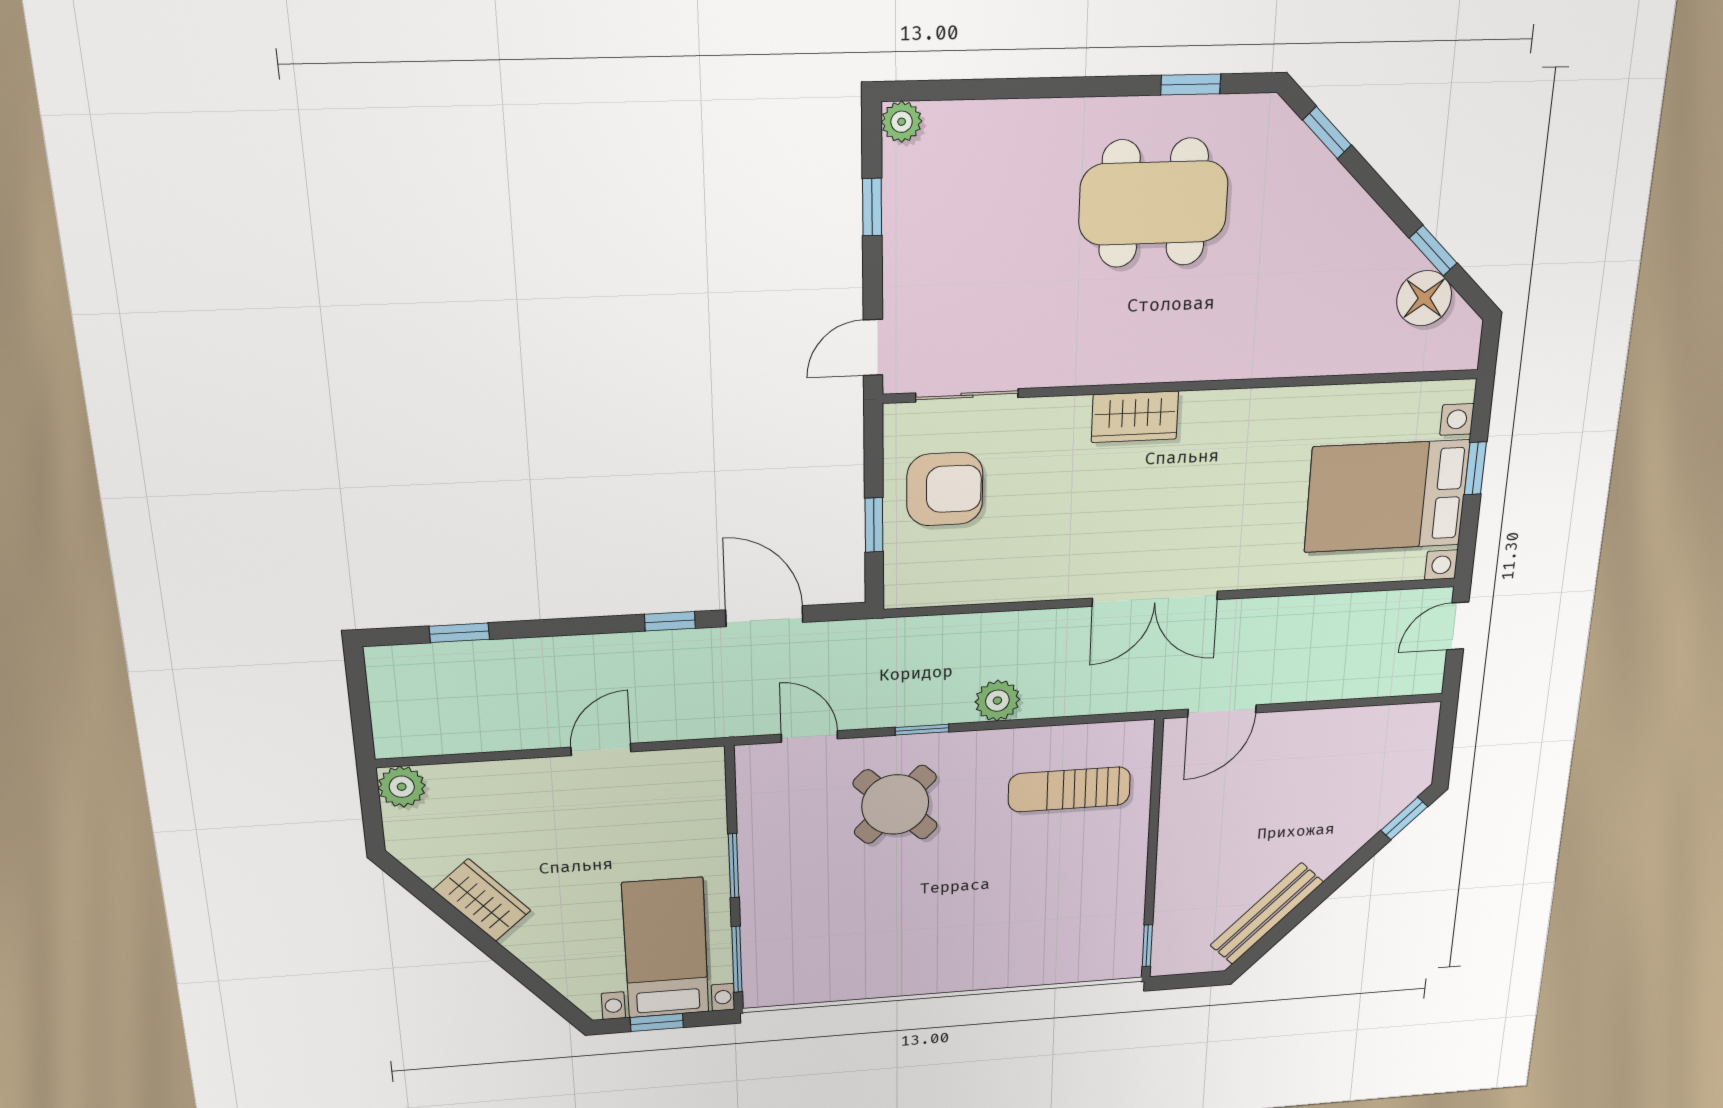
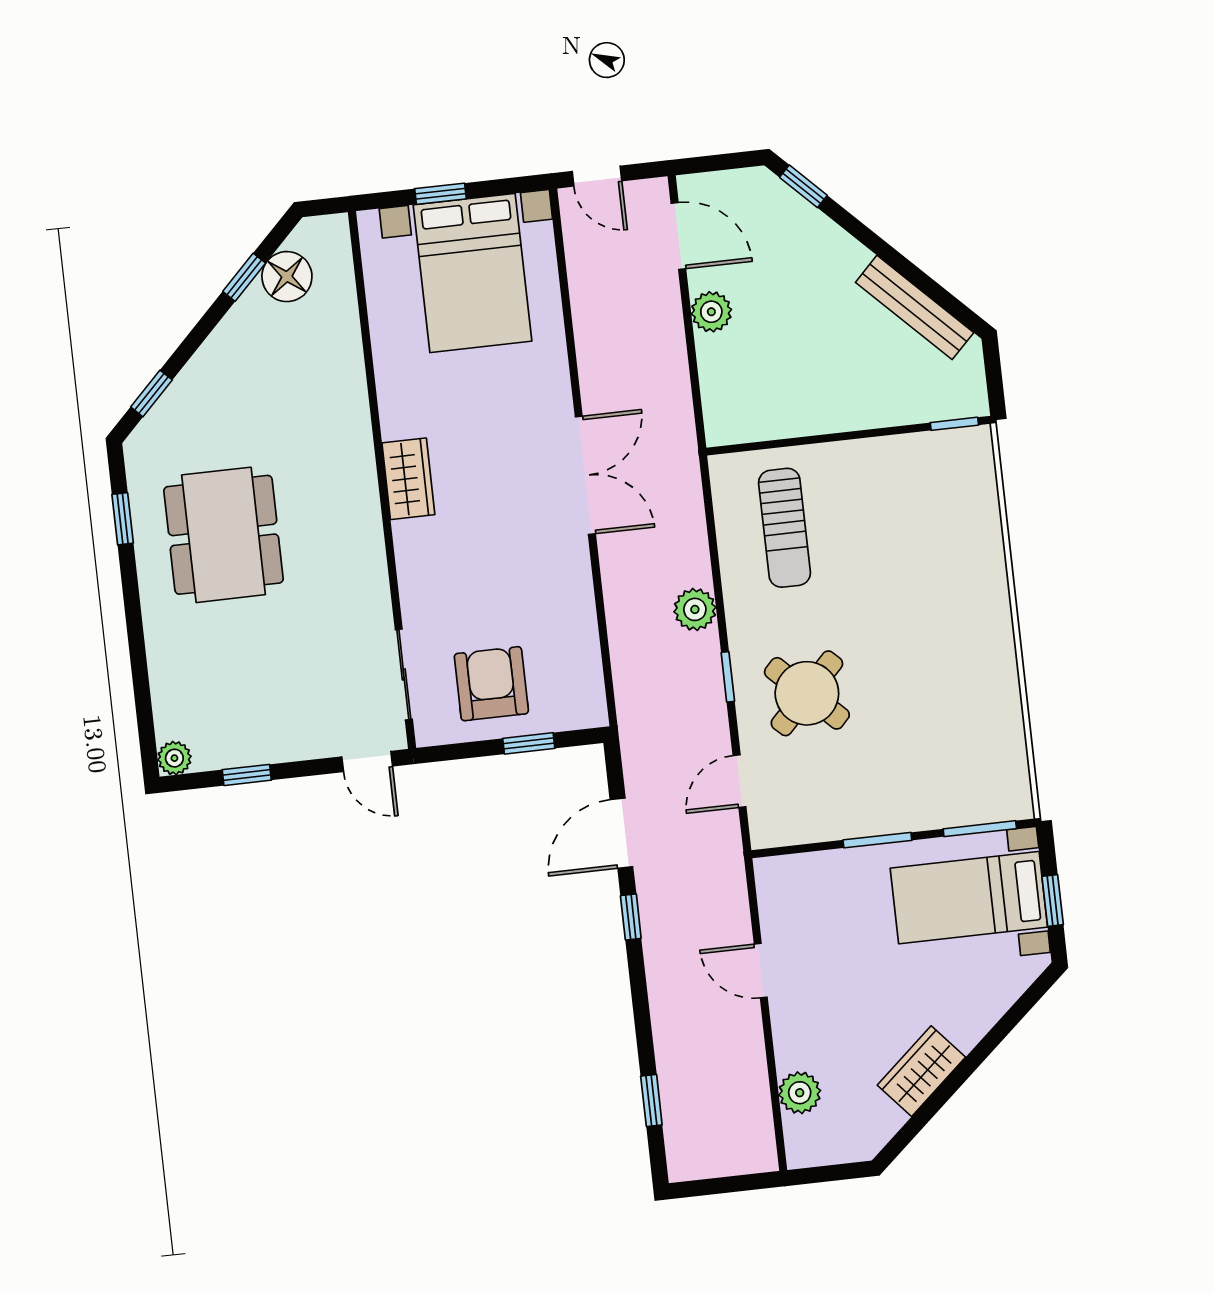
wardrobe: (1135, 417) -> (408, 479), moved
door: (1222, 711) -> (678, 236), moved
plant: (1300, 729) -> (711, 312), added
plant: (402, 787) -> (800, 1093), moved

